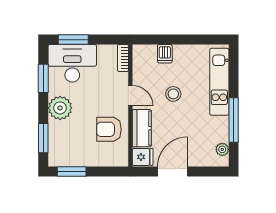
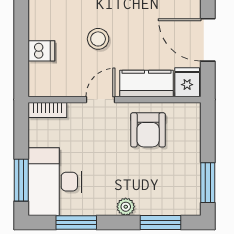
plant: (60, 108) -> (126, 207), width x0.53, depth x0.53

